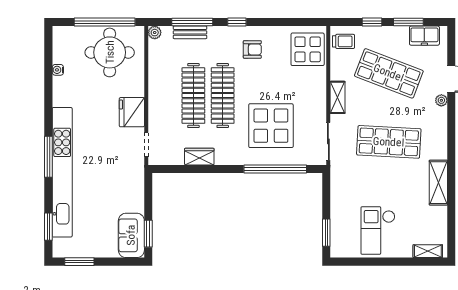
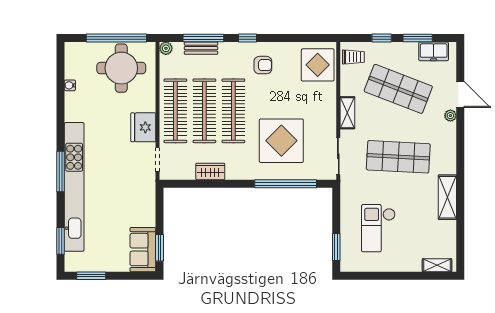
clothes rail: (164, 96) -> (175, 111), added
checkout: (378, 230) -> (378, 228), moved

